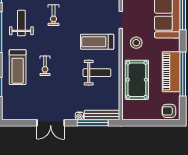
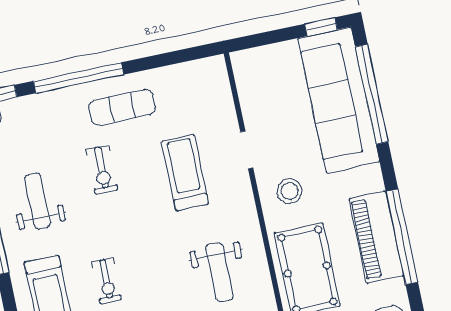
treadmill: (97, 42) -> (185, 173), moved, turned 90
weight bench: (97, 73) -> (219, 272), turned 90

